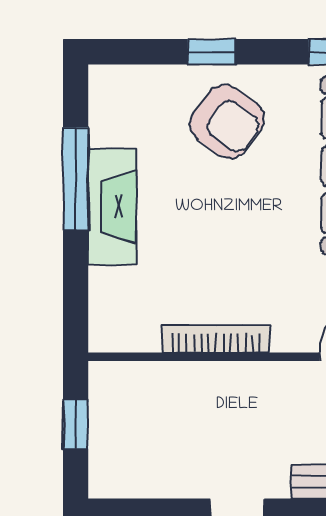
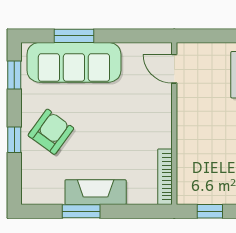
window: (76, 179) -> (81, 211), width x0.69
bookcase: (216, 339) -> (165, 177), moved

